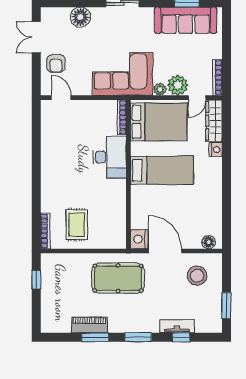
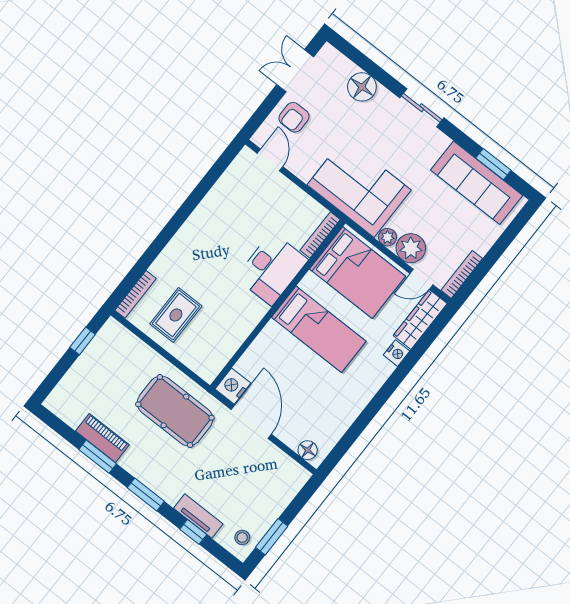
stool: (197, 276) -> (242, 537), moved, width x0.53, depth x0.53

